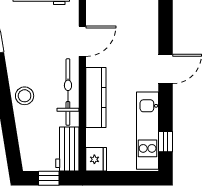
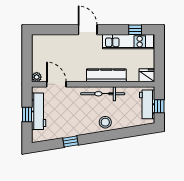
door: (82, 41) -> (56, 84), moved
workbench: (67, 149) -> (147, 104), moved, turned 90

